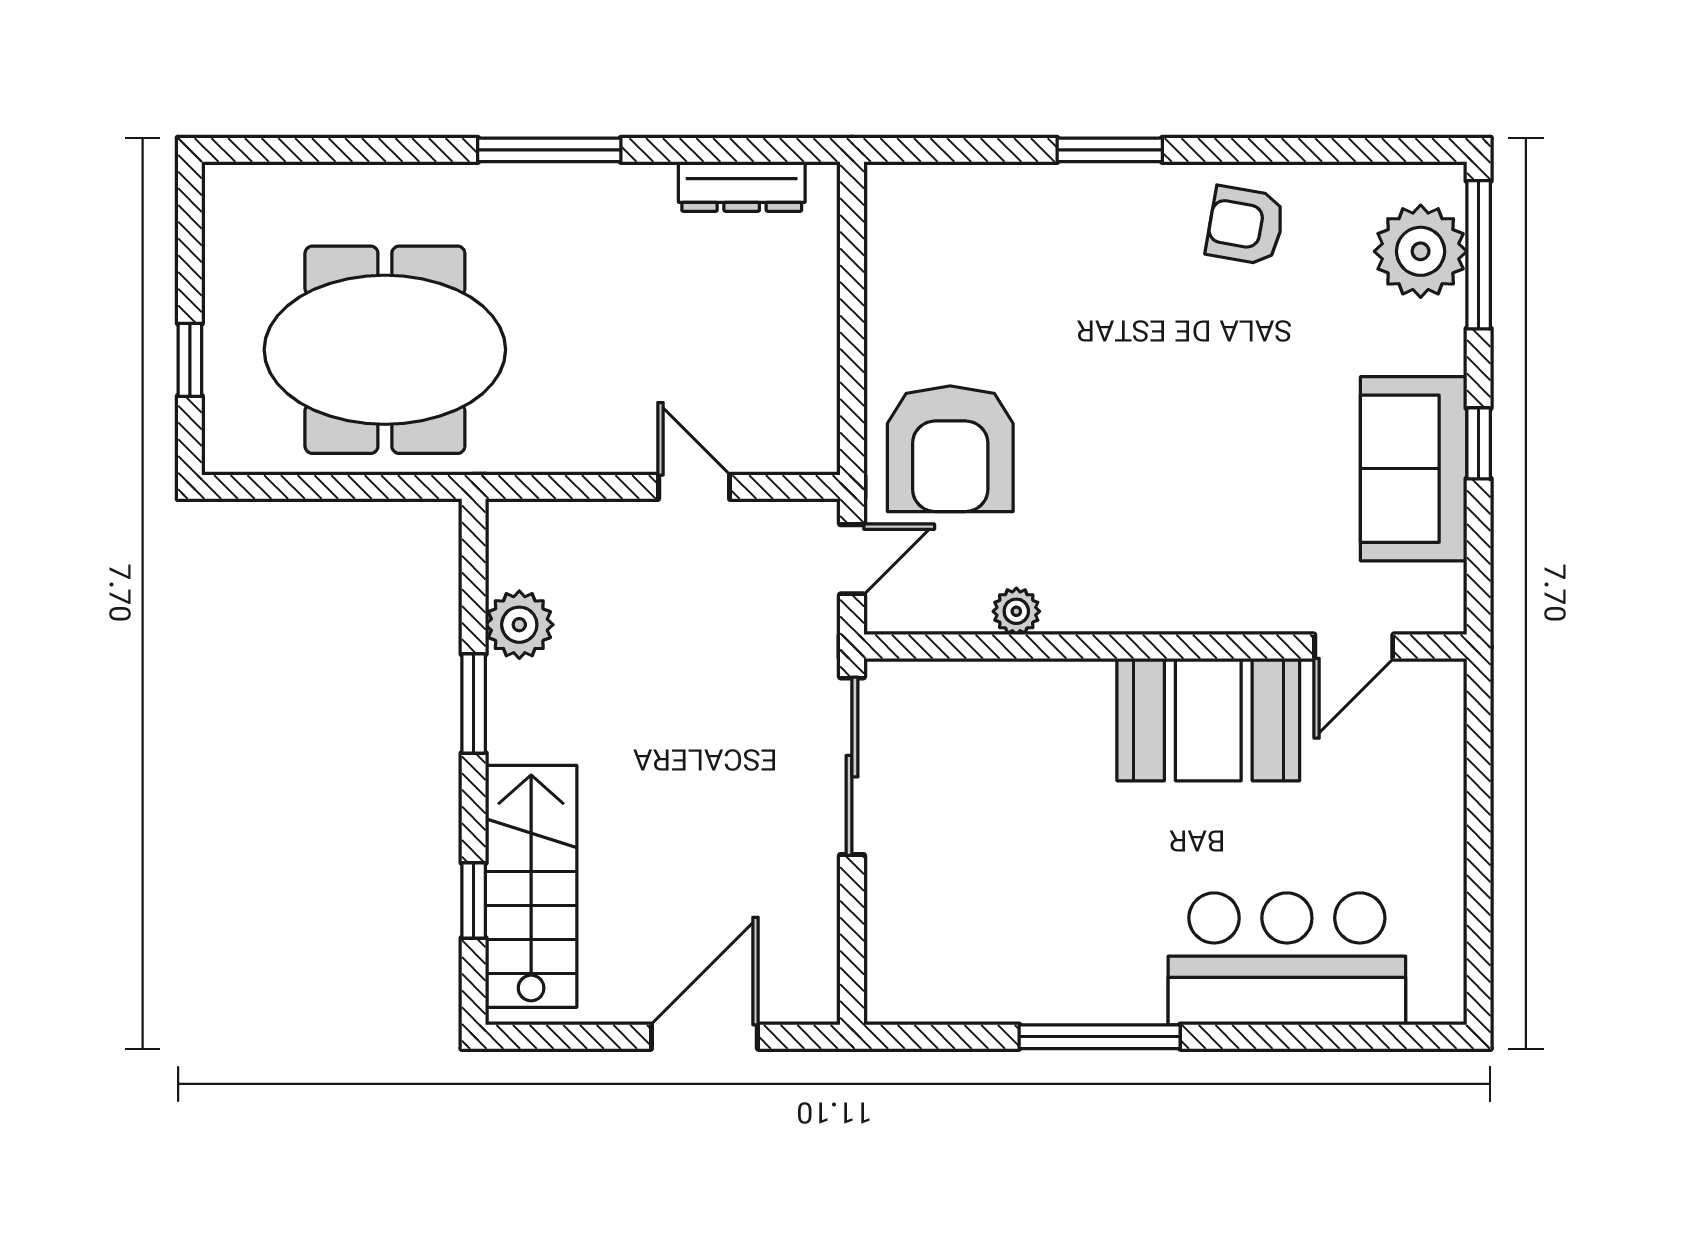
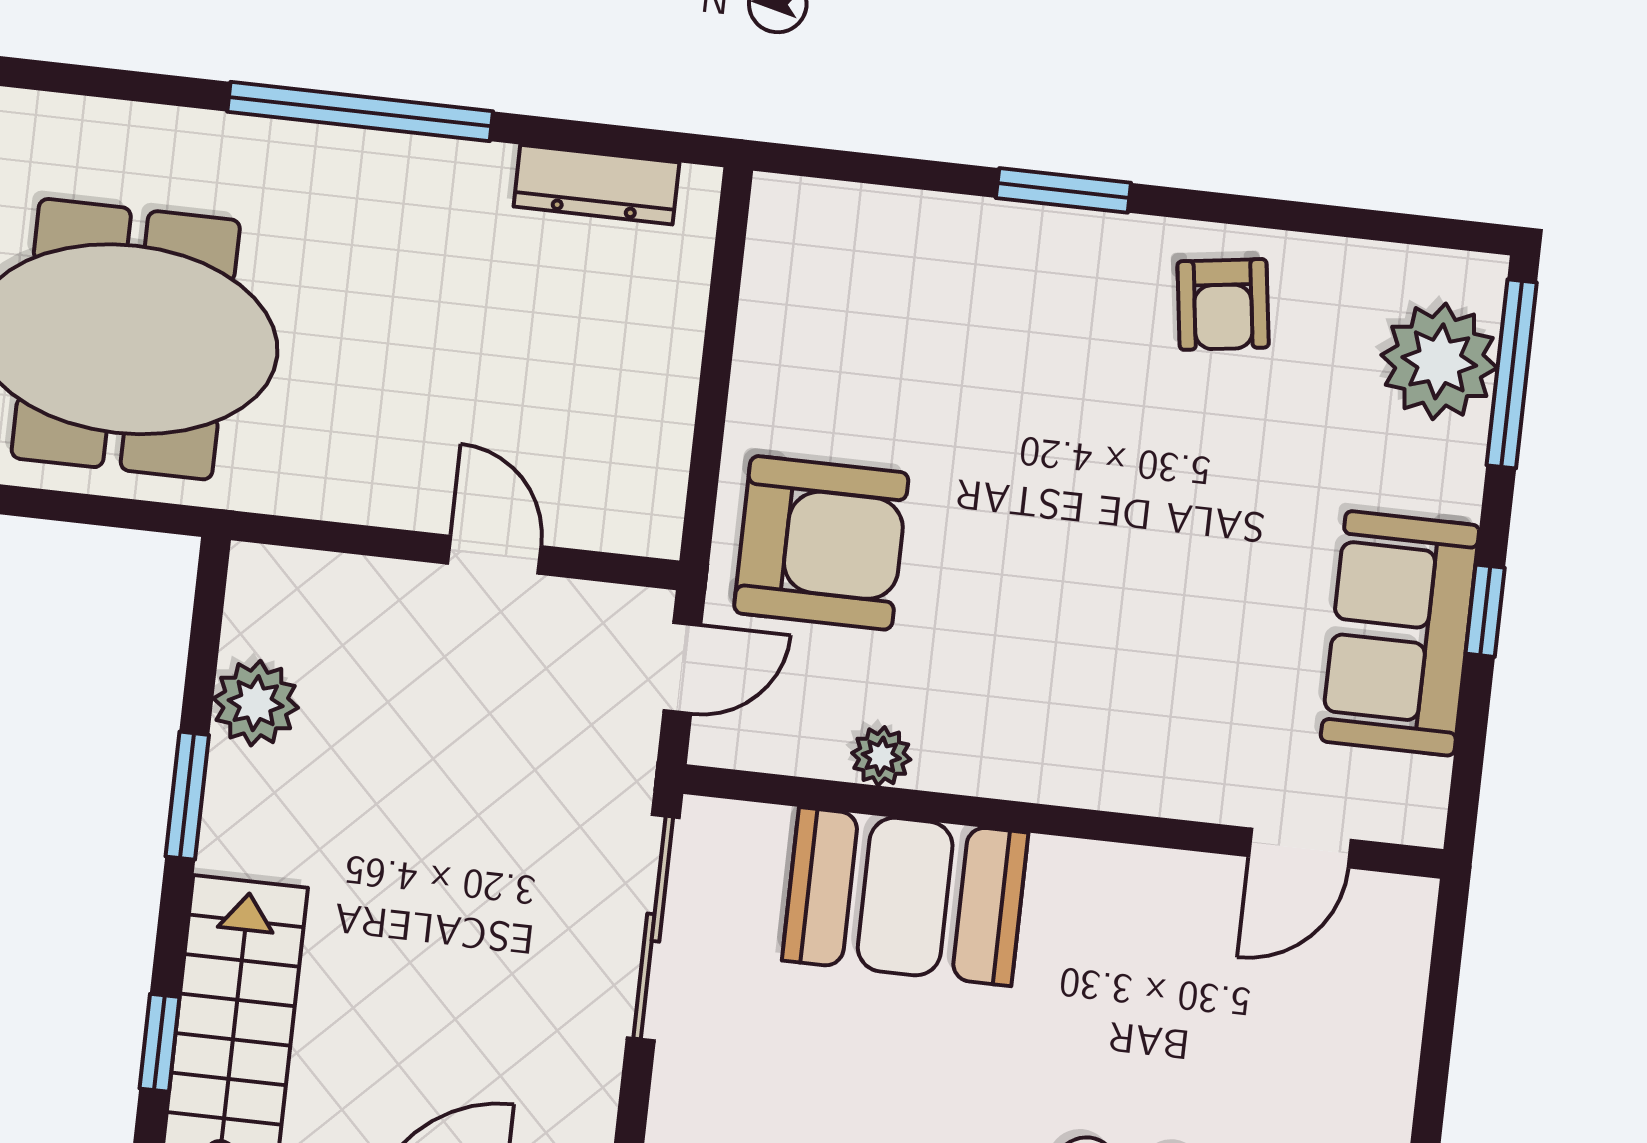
window: (549, 150) -> (360, 112), width x1.46
armchair: (1245, 226) -> (1223, 304), turned -108
armchair: (950, 449) -> (821, 543), turned -90
booth: (1208, 720) -> (905, 897), moved

